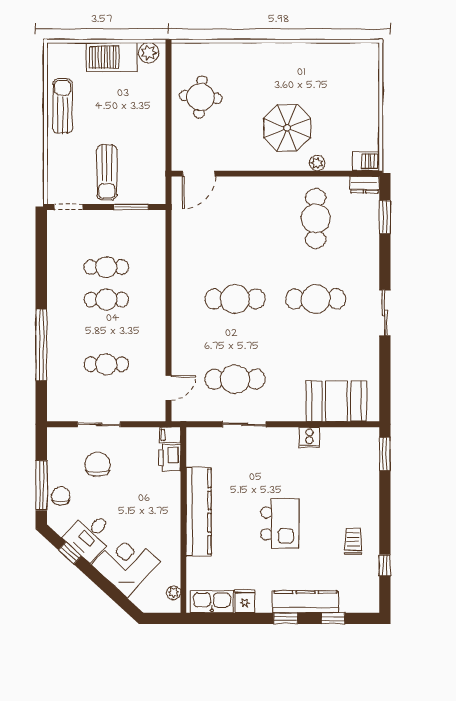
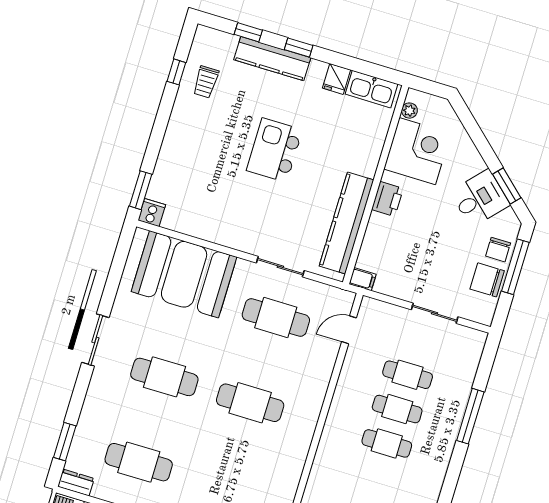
cafe table: (316, 219) -> (139, 462), turned 90
cafe table: (106, 267) -> (397, 409), moved
window: (41, 345) -> (470, 416), width x0.68
booth: (336, 401) -> (184, 274), width x1.36, depth x1.42
cooker: (310, 437) -> (152, 213), moved
printer: (170, 458) -> (387, 199), moved
chair: (98, 465) -> (487, 280), moved, turned 90
kitchen counter: (199, 511) -> (346, 223), moved
trolley: (353, 541) -> (206, 82), moved
window: (70, 553) -> (507, 186), width x1.50
corner desk: (126, 563) -> (417, 151), moved, turned -133

